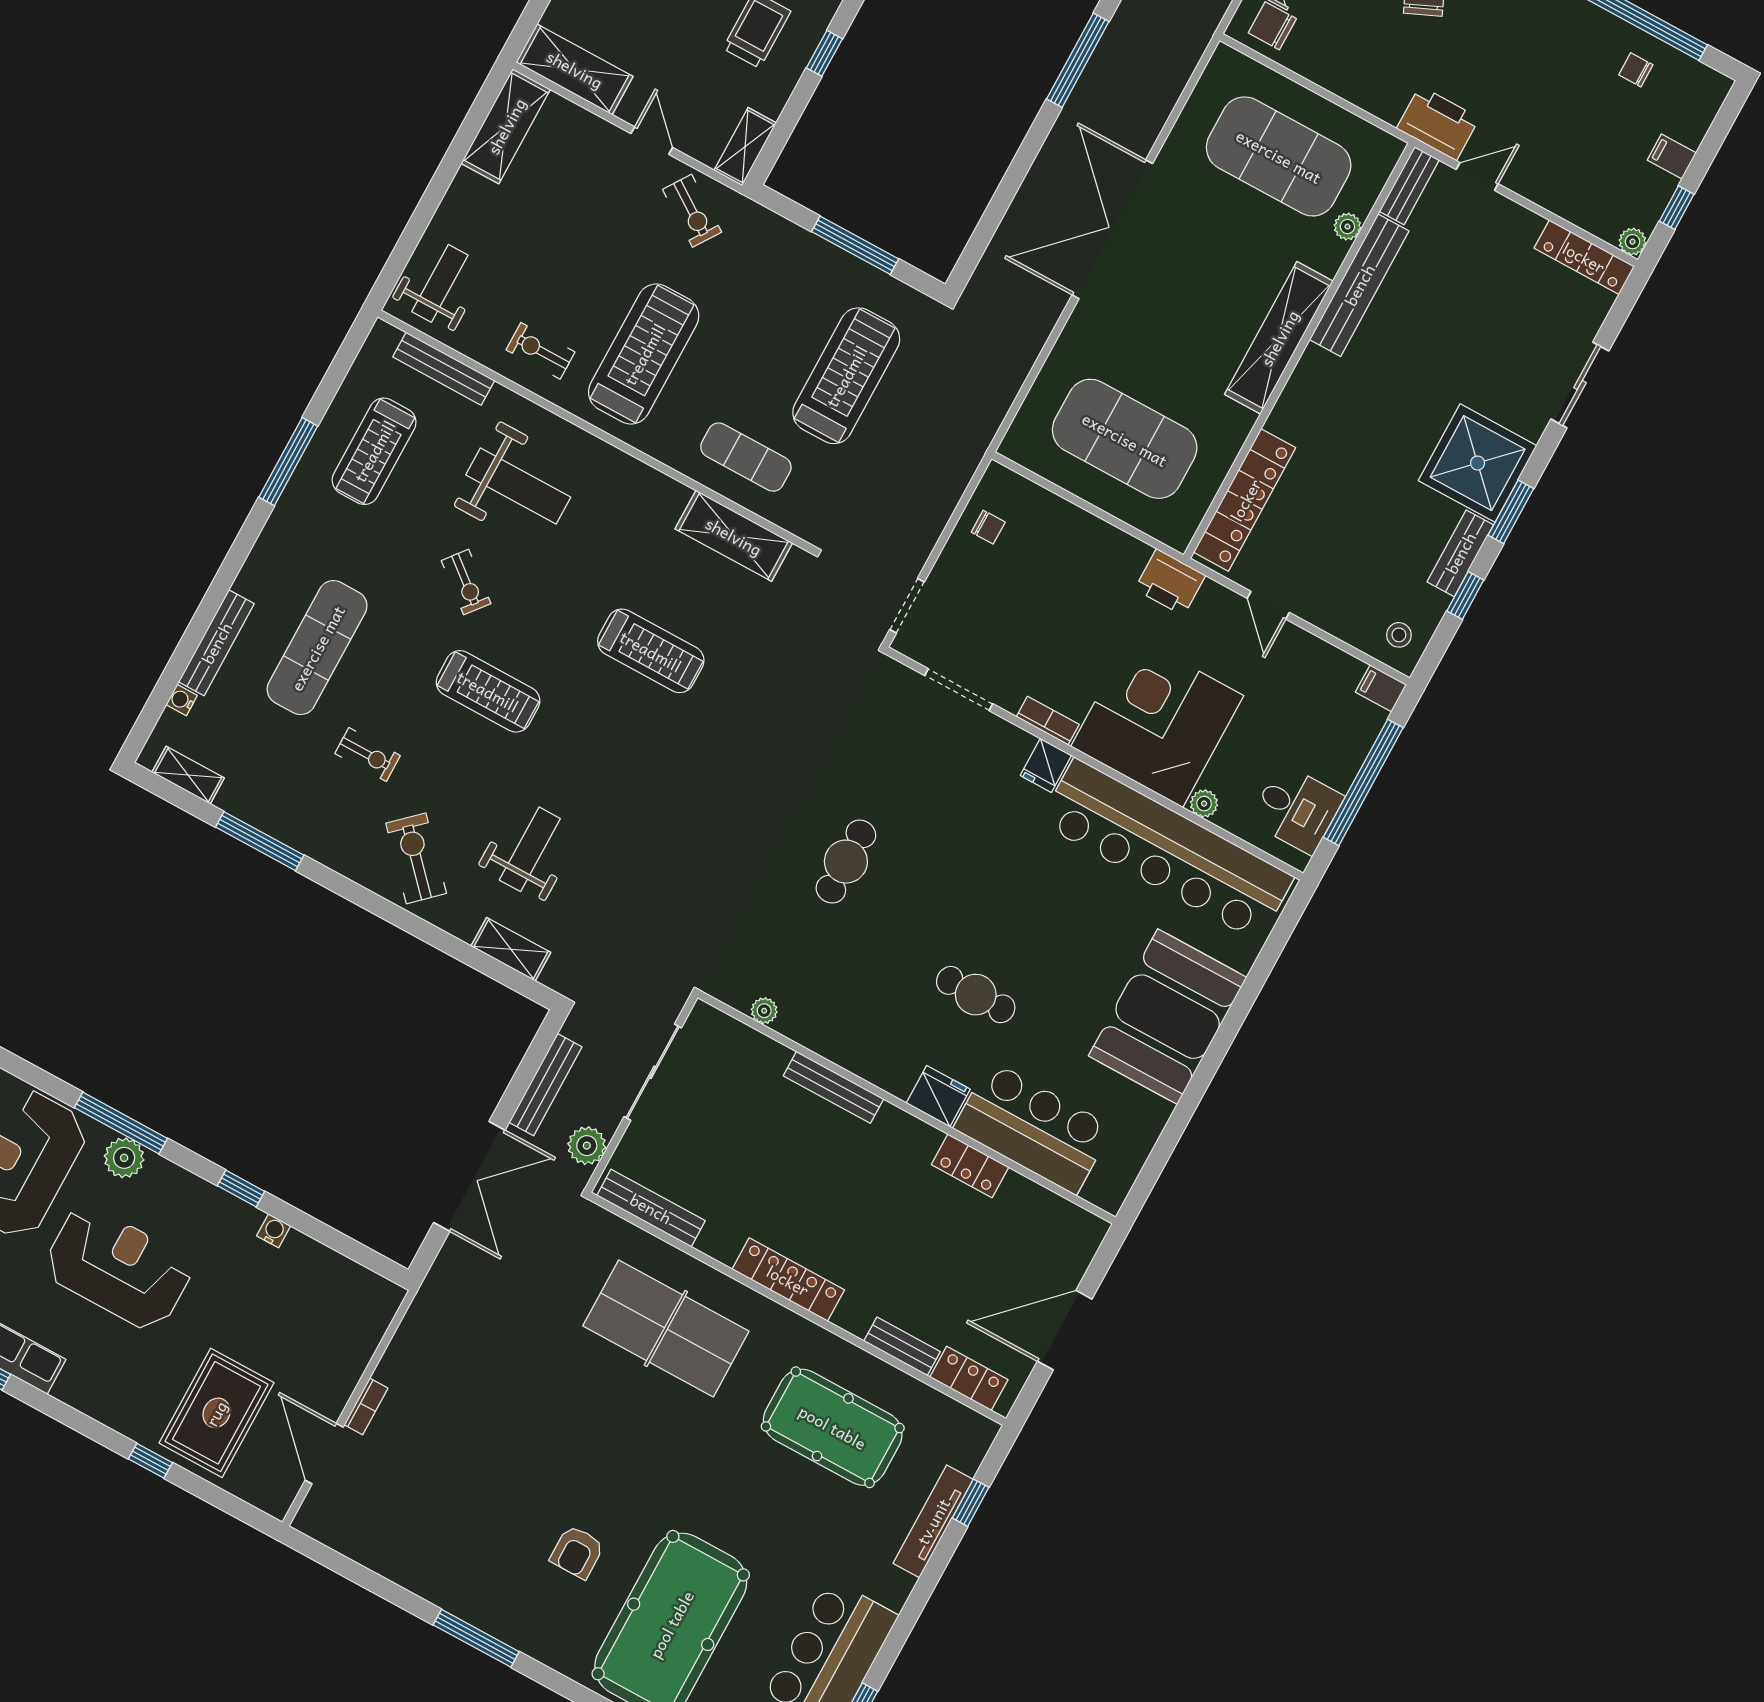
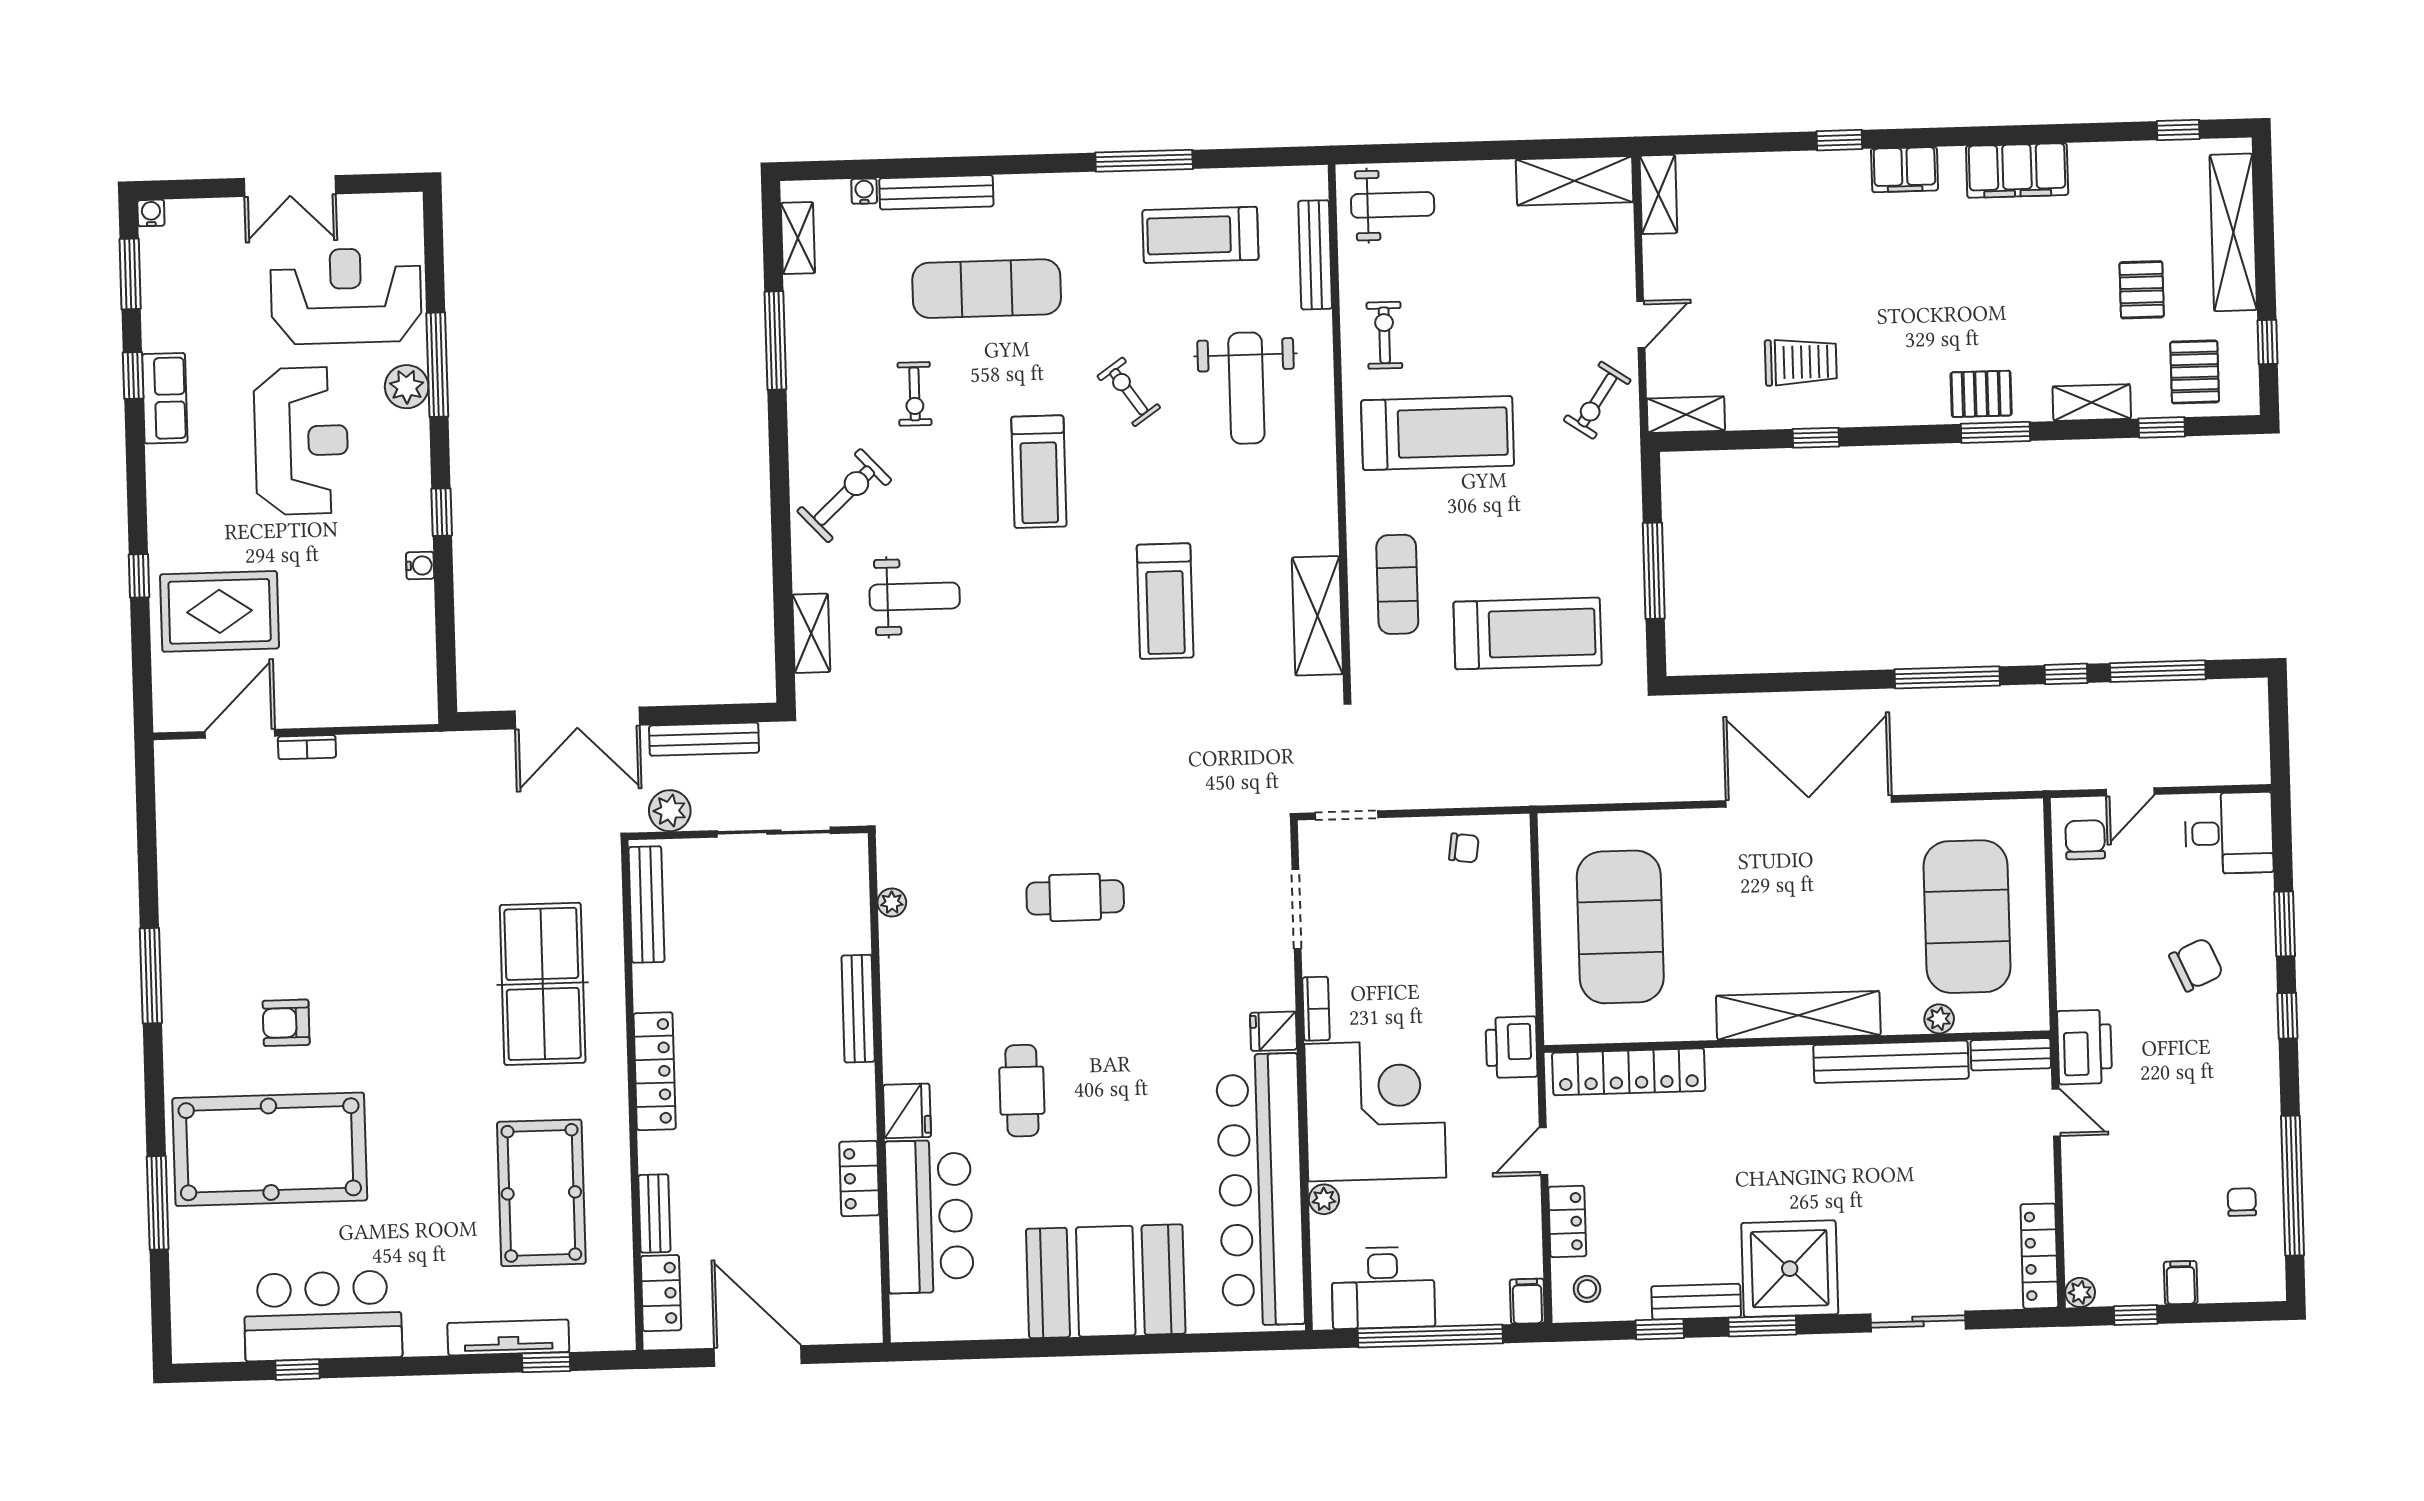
shelving: (575, 69) -> (1658, 194), width x0.67, depth x0.75
chair: (988, 527) -> (1464, 848), turned -82
exercise bike: (466, 582) -> (1129, 392), turned 106
locker: (1336, 619) -> (1567, 1221), added
desk: (1296, 809) -> (1383, 1288), width x1.37

